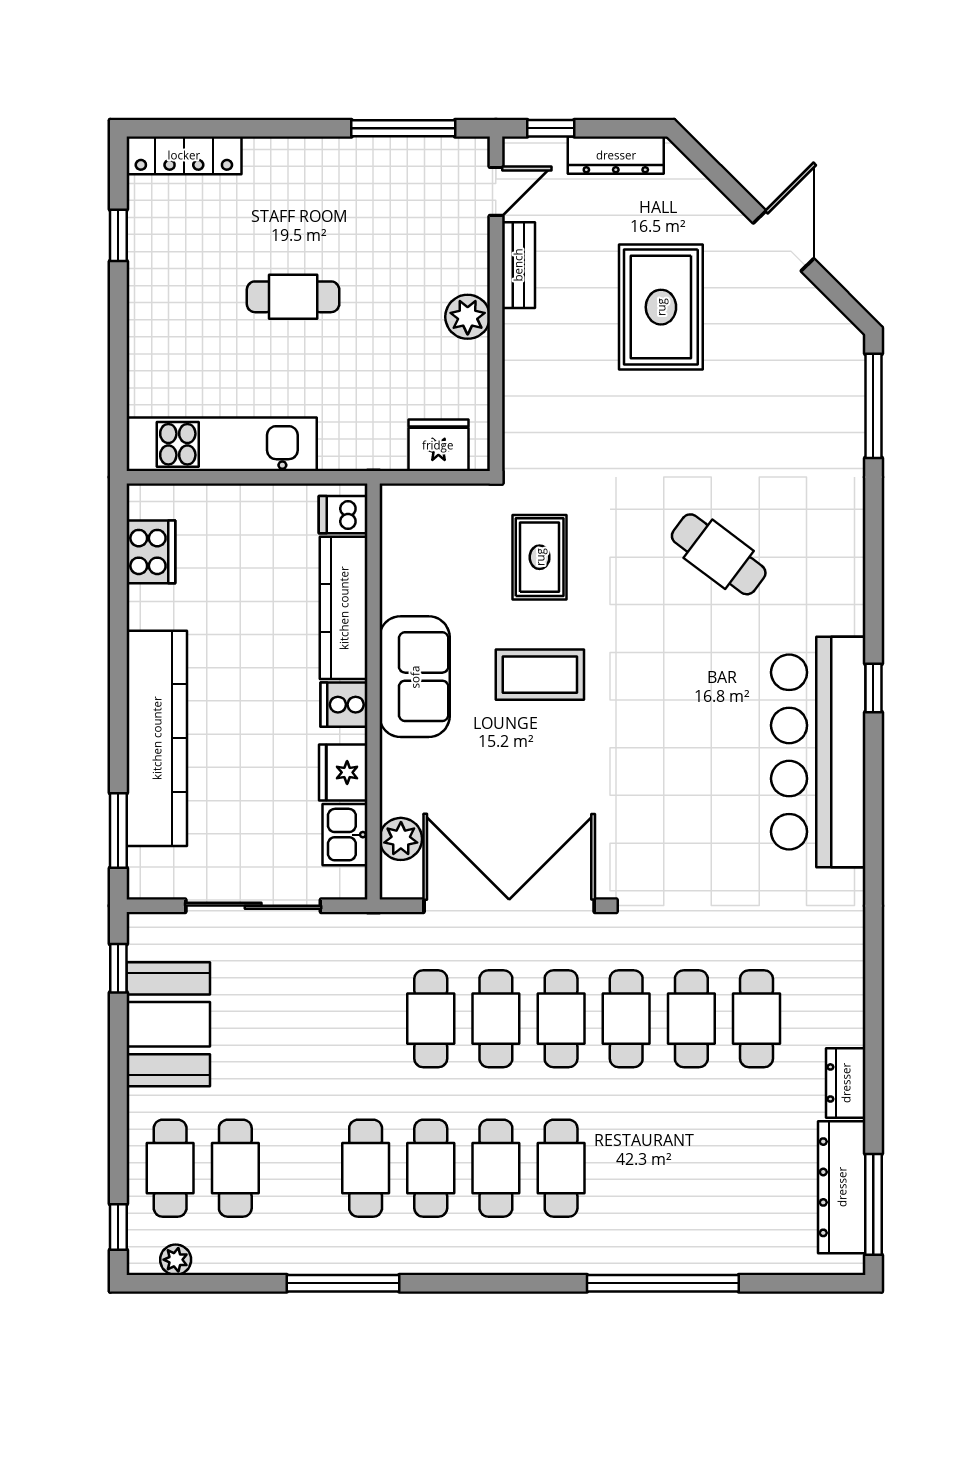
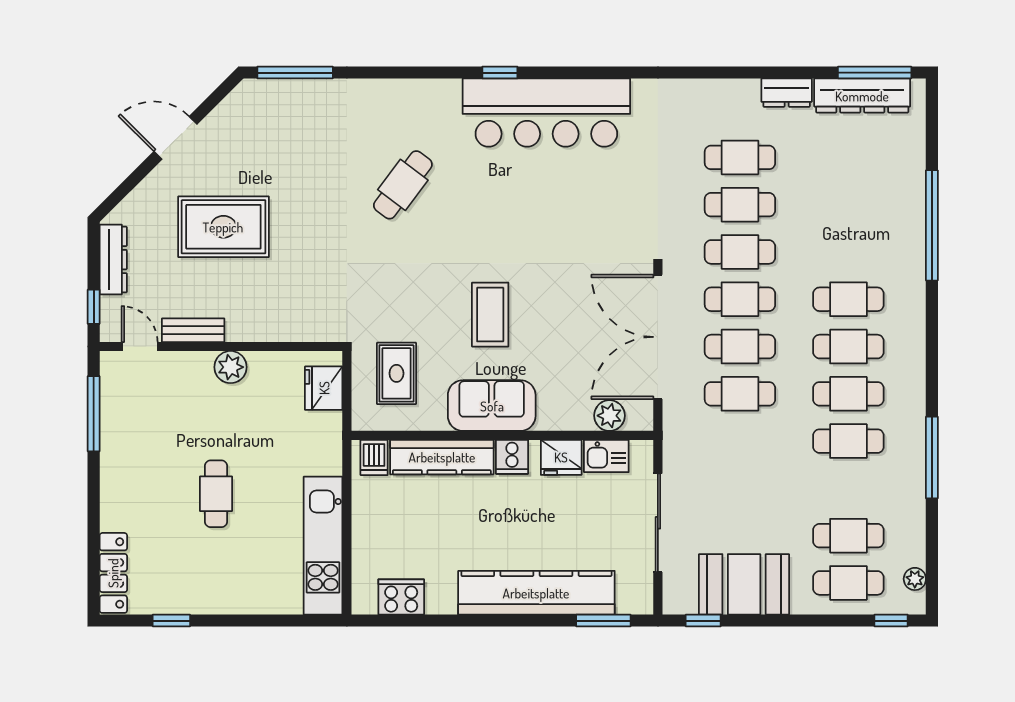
rug: (540, 557) -> (396, 373), moved, turned 90

